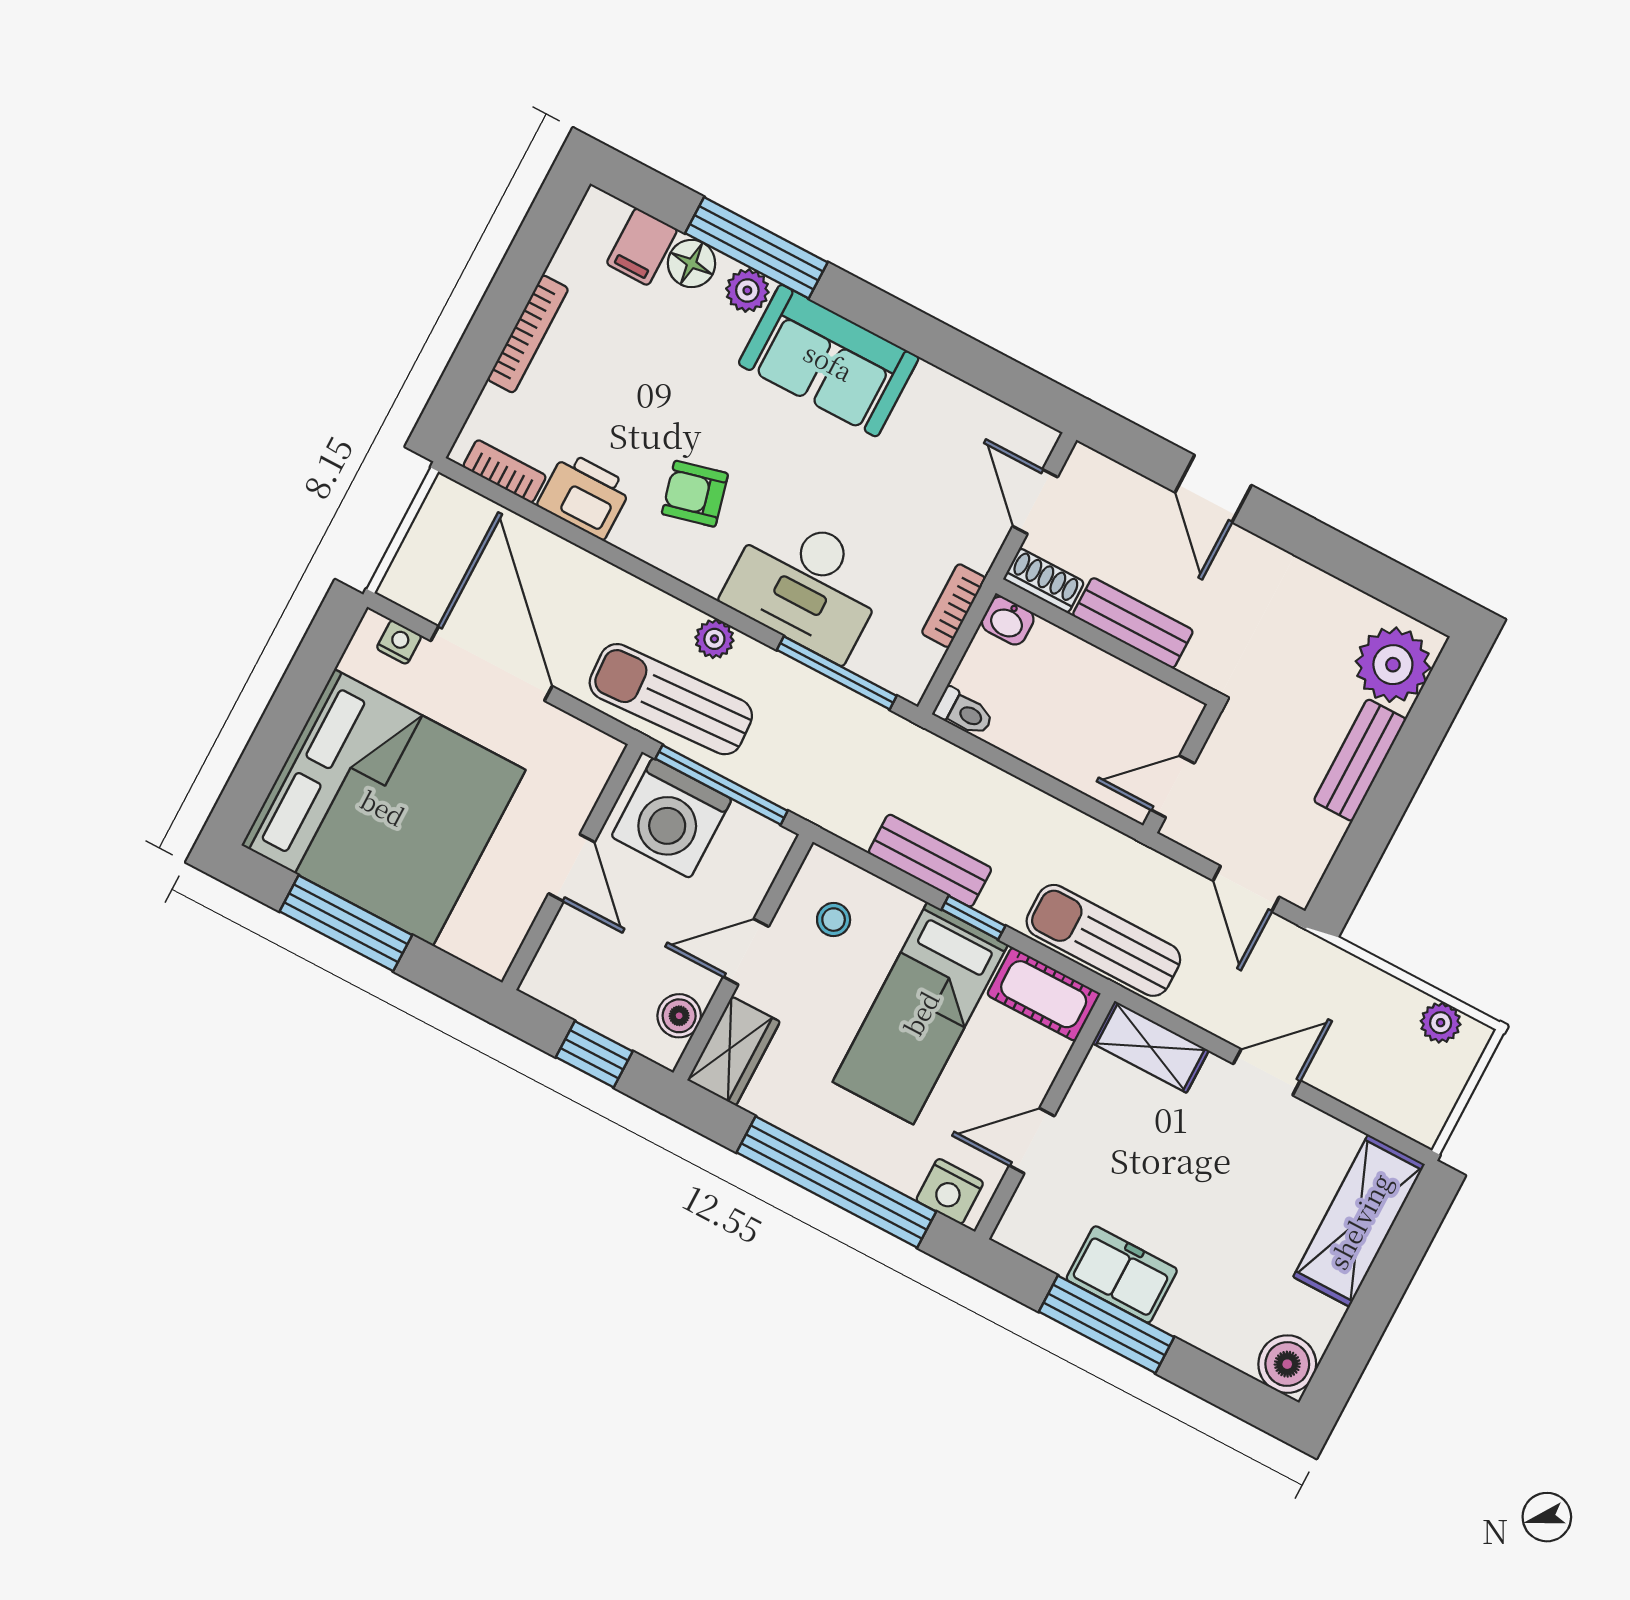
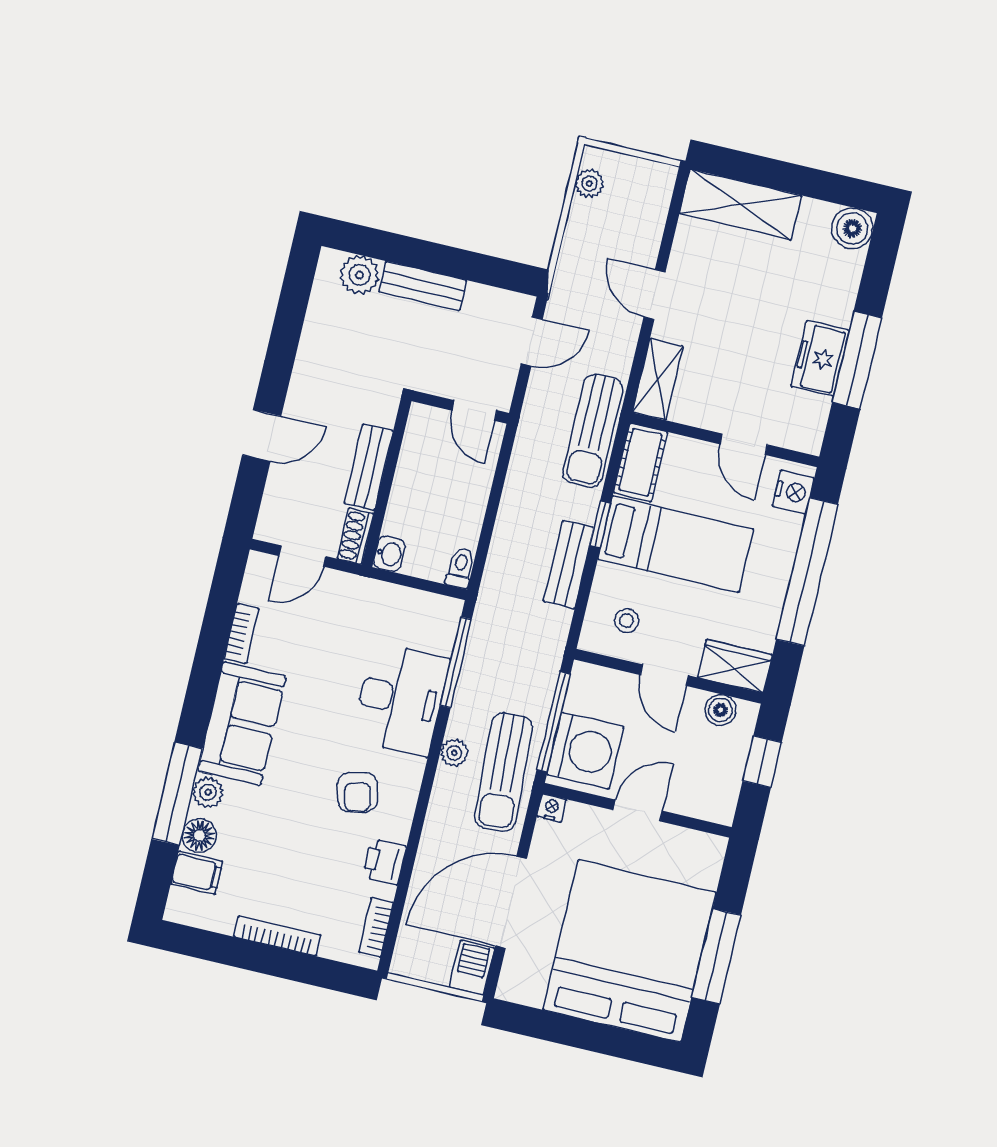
printer: (585, 495) -> (384, 862), width x0.73, depth x0.81
barbecue: (416, 587) -> (472, 968), added
bookcase: (954, 606) -> (241, 634), moved, turned -90
nightstand: (399, 642) -> (552, 808), moved, turned 90
plant: (1393, 665) -> (360, 275), width x0.73, depth x0.73

